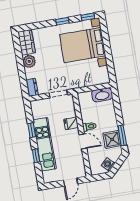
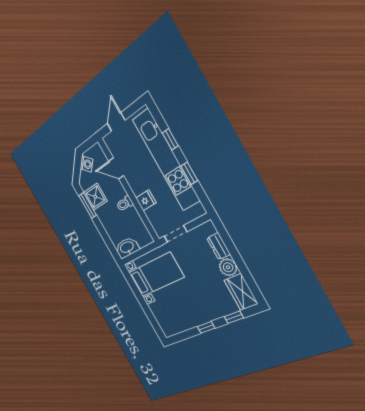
window: (88, 17) -> (234, 317), moved
bed with nightstands: (83, 45) -> (156, 275), moved, width x0.73
dresser: (32, 87) -> (219, 246), moved
door: (83, 141) -> (116, 168), moved
kitchen unit: (44, 144) -> (166, 160), width x1.36

